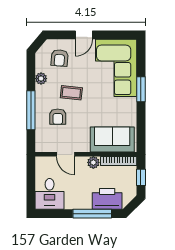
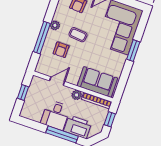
plant: (41, 79) -> (55, 25), moved
door: (66, 154) -> (57, 81), swing flipped
window: (31, 181) -> (23, 93), added
desk: (50, 194) -> (55, 115), moved

